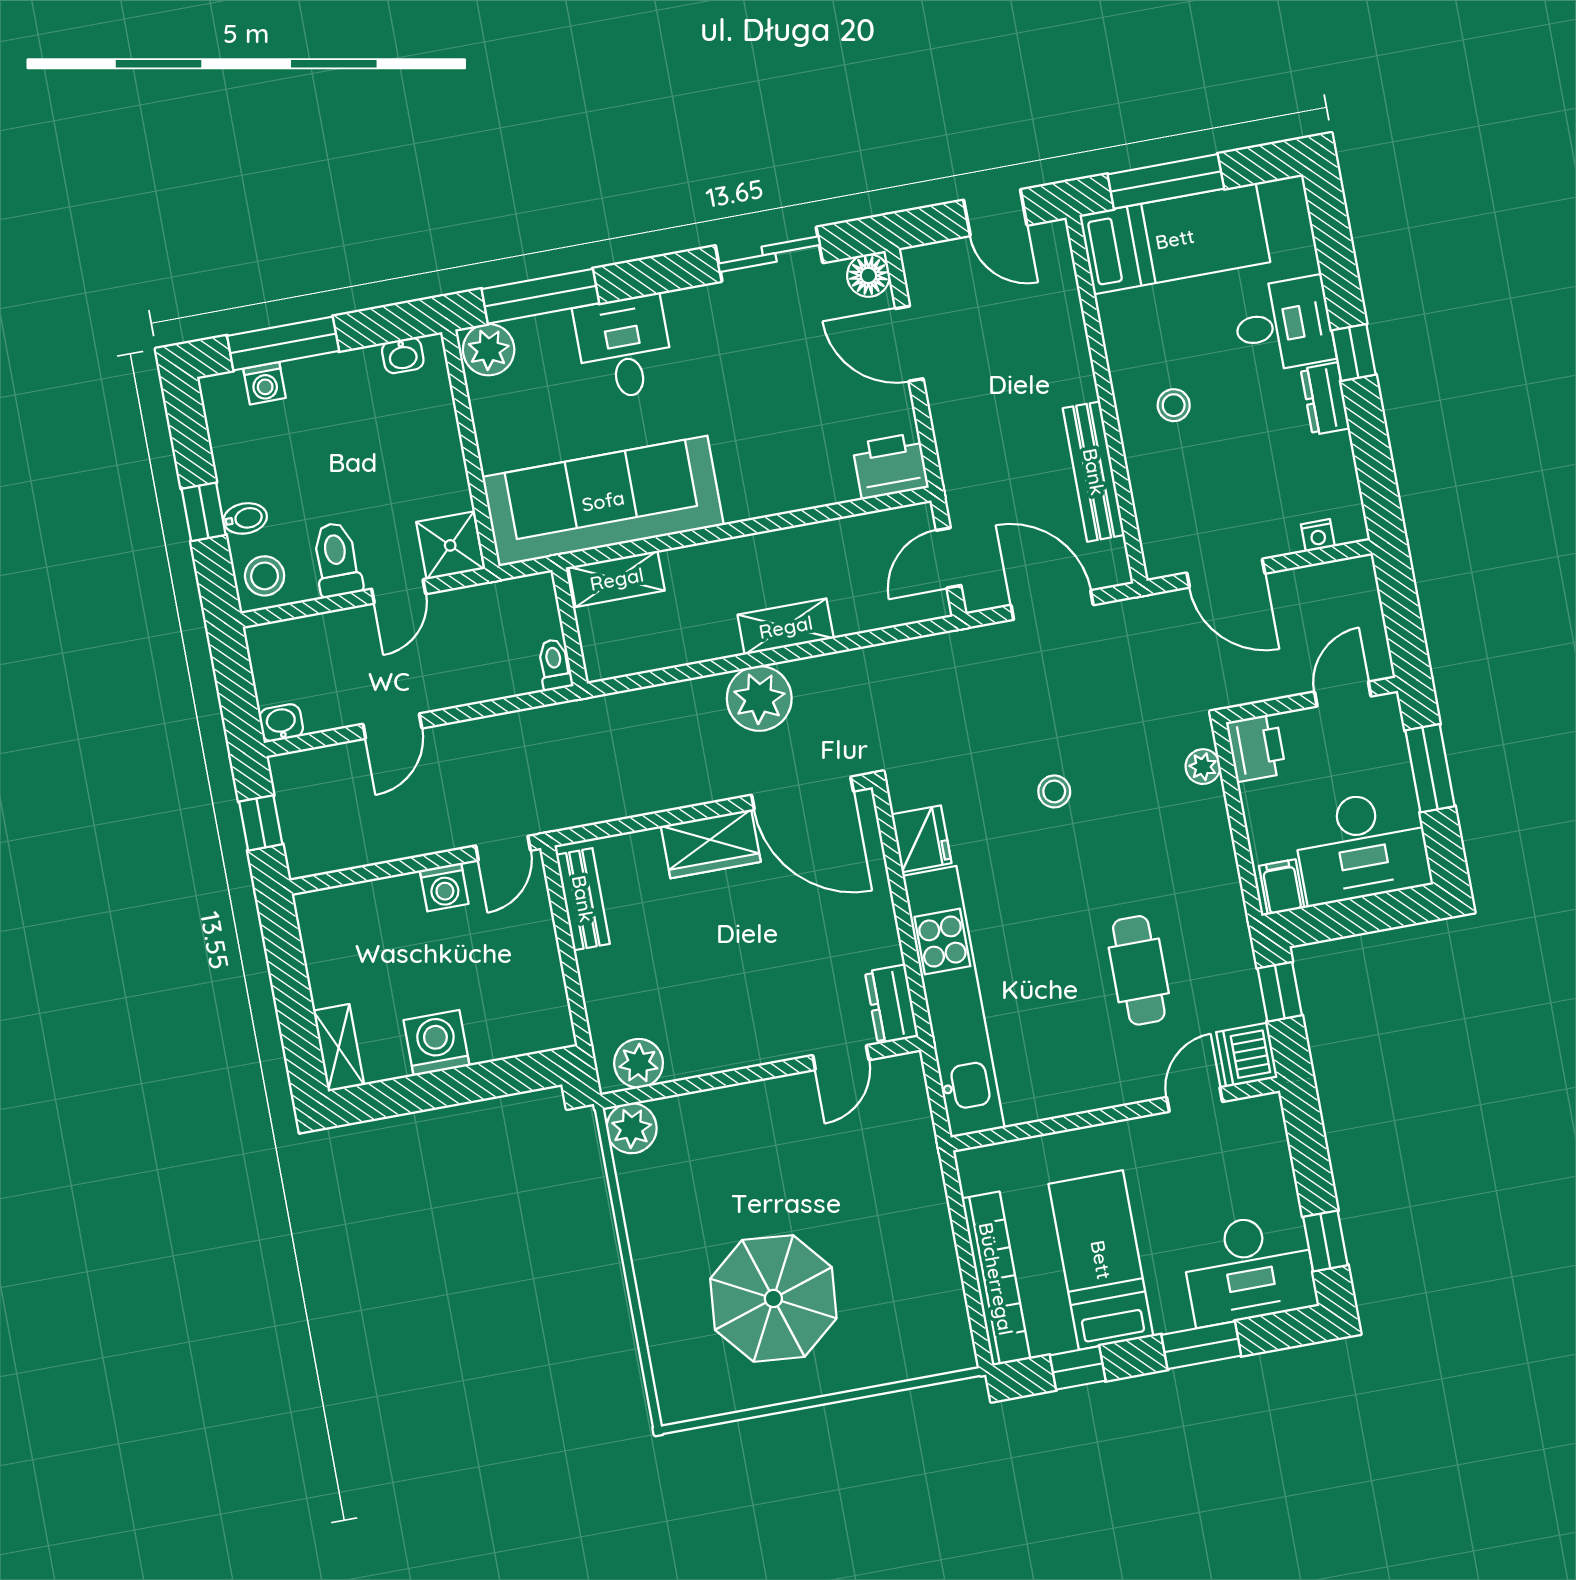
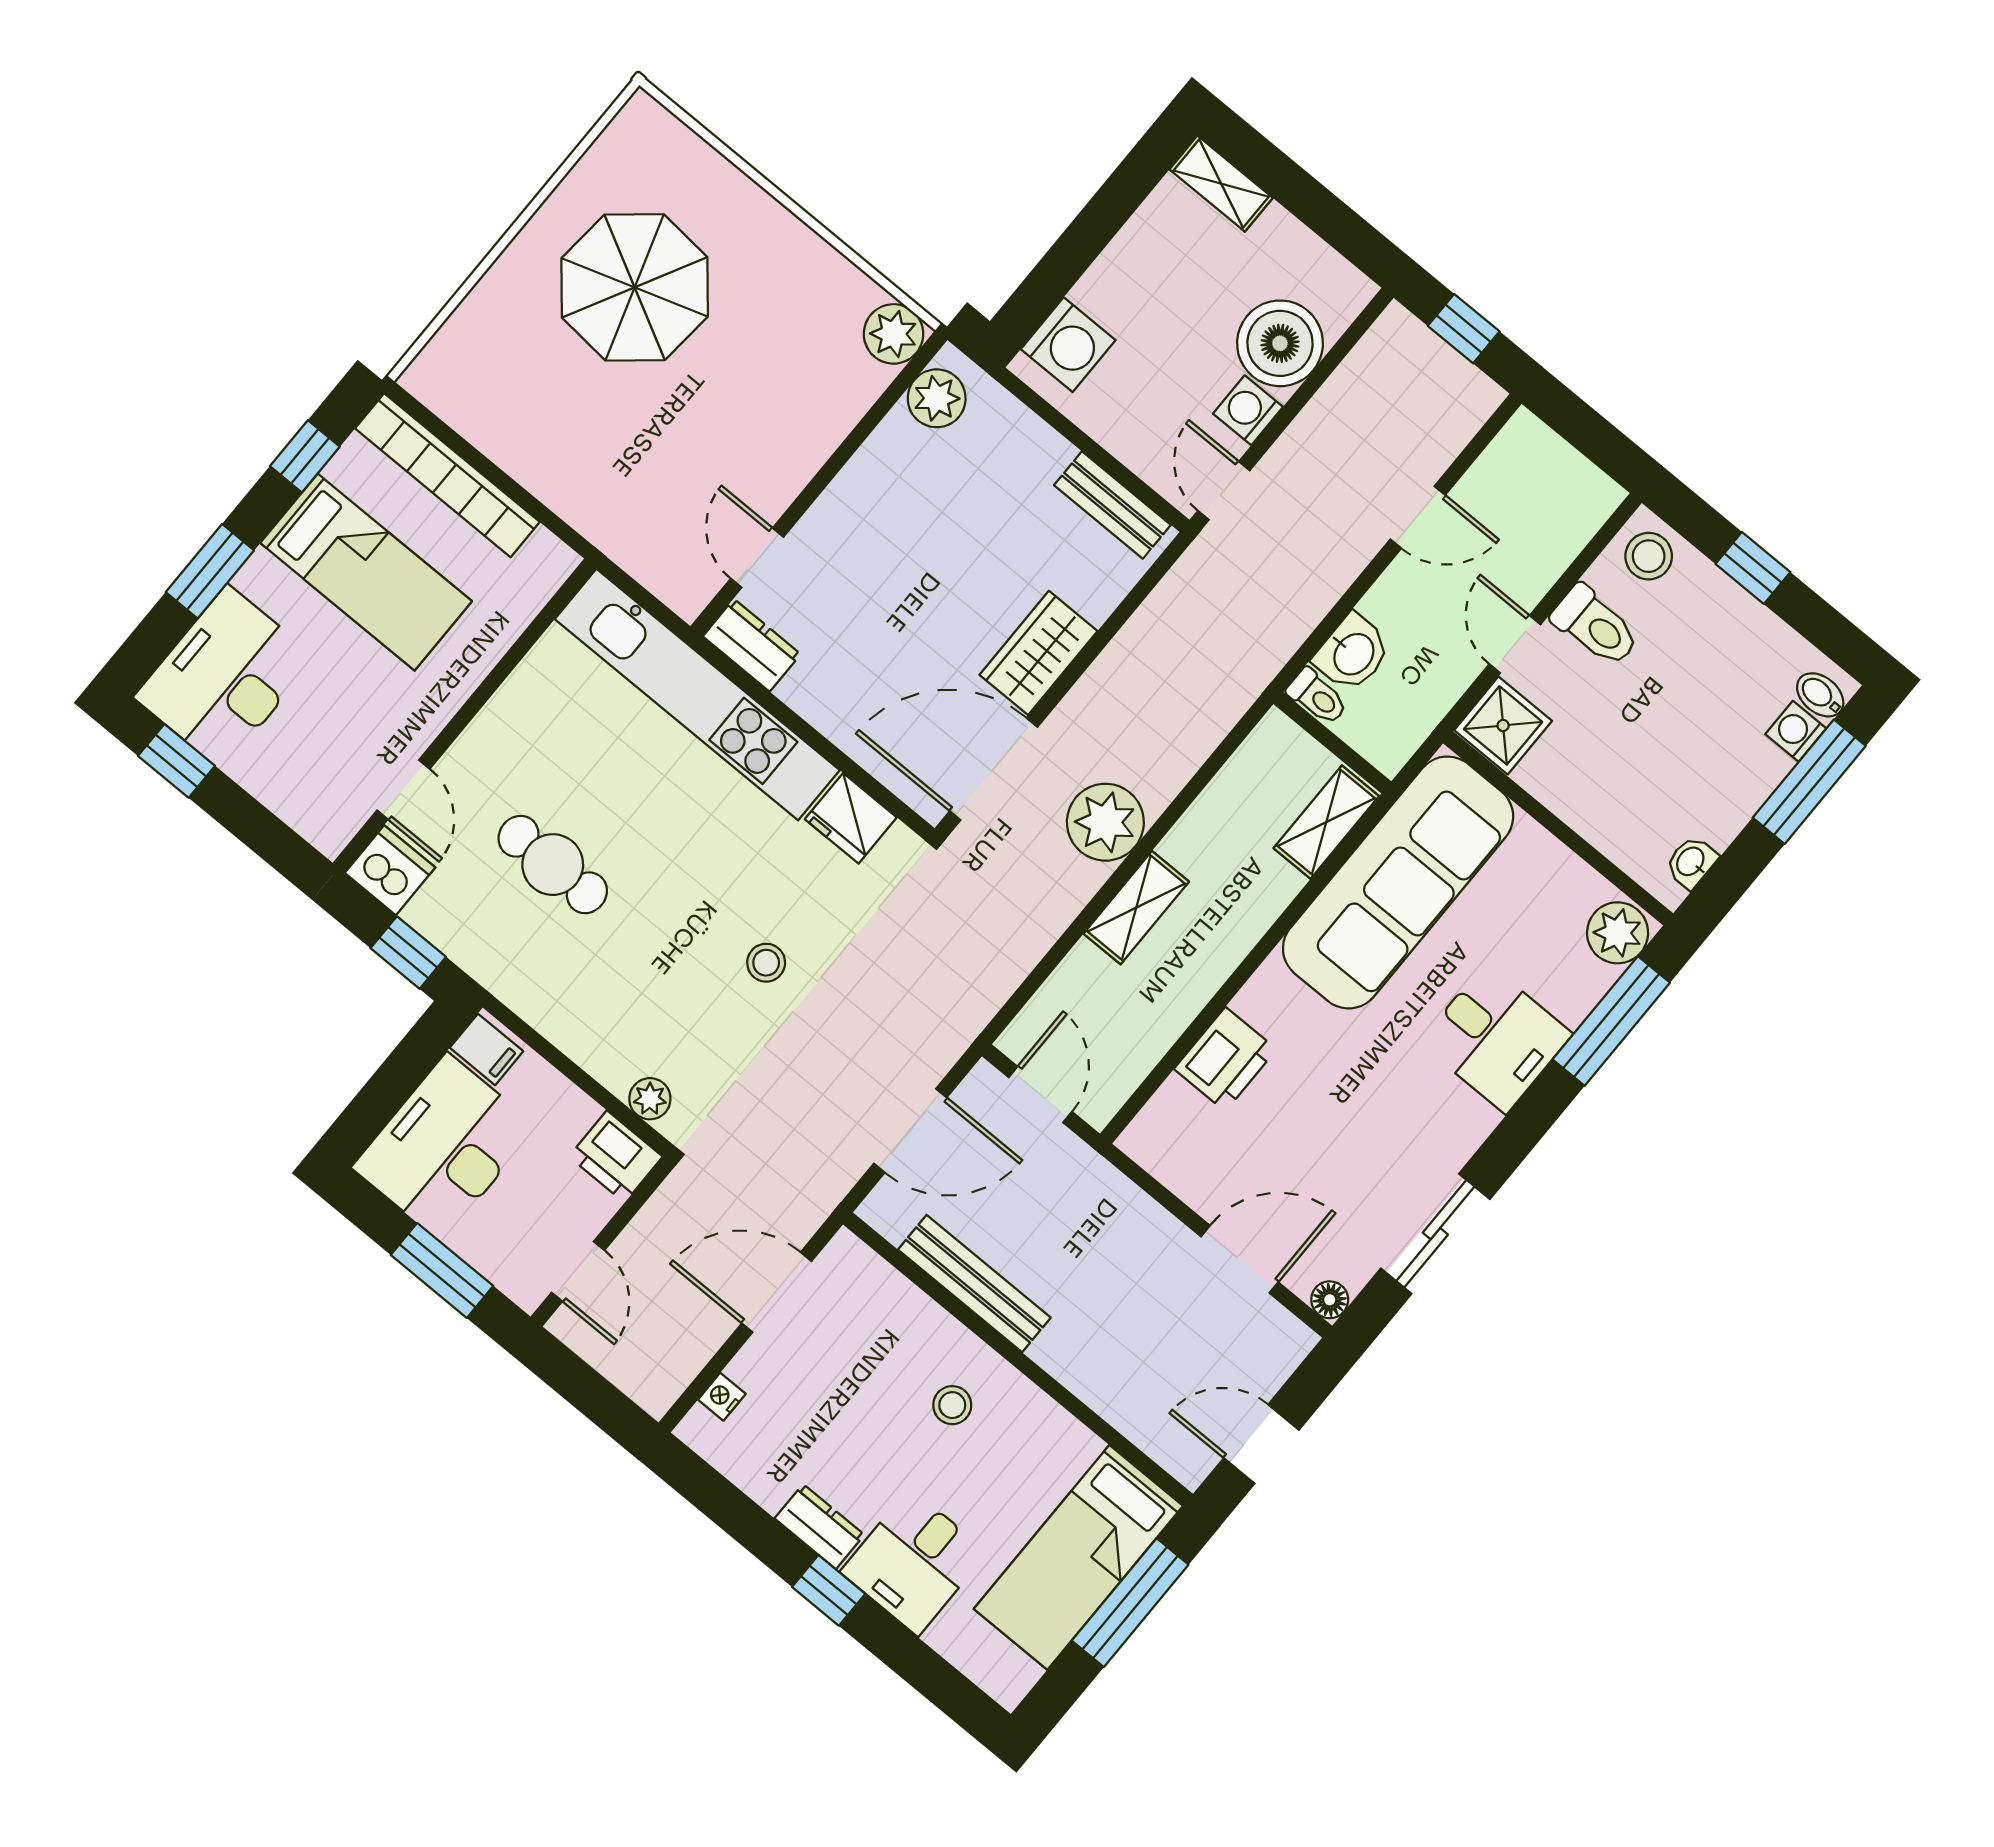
floor lamp: (868, 275) -> (1330, 1300), width x0.73, depth x0.73
printer: (890, 466) -> (1225, 1059), moved
bidet: (245, 518) -> (1820, 695), moved, turned 90
washbasin: (281, 723) -> (1353, 653), moved, width x1.38, depth x1.45
door: (392, 726) -> (1418, 517), swing flipped
boiler: (387, 913) -> (1280, 343), added
washing machine: (436, 1043) -> (1068, 345), moved

